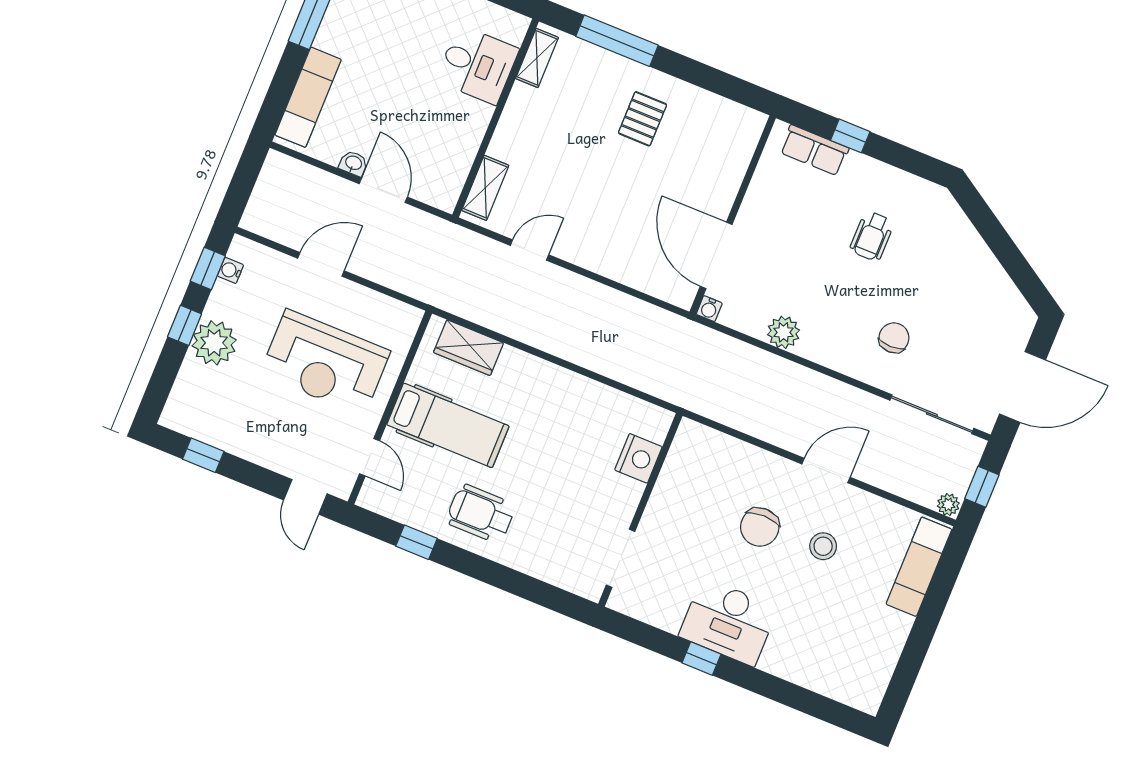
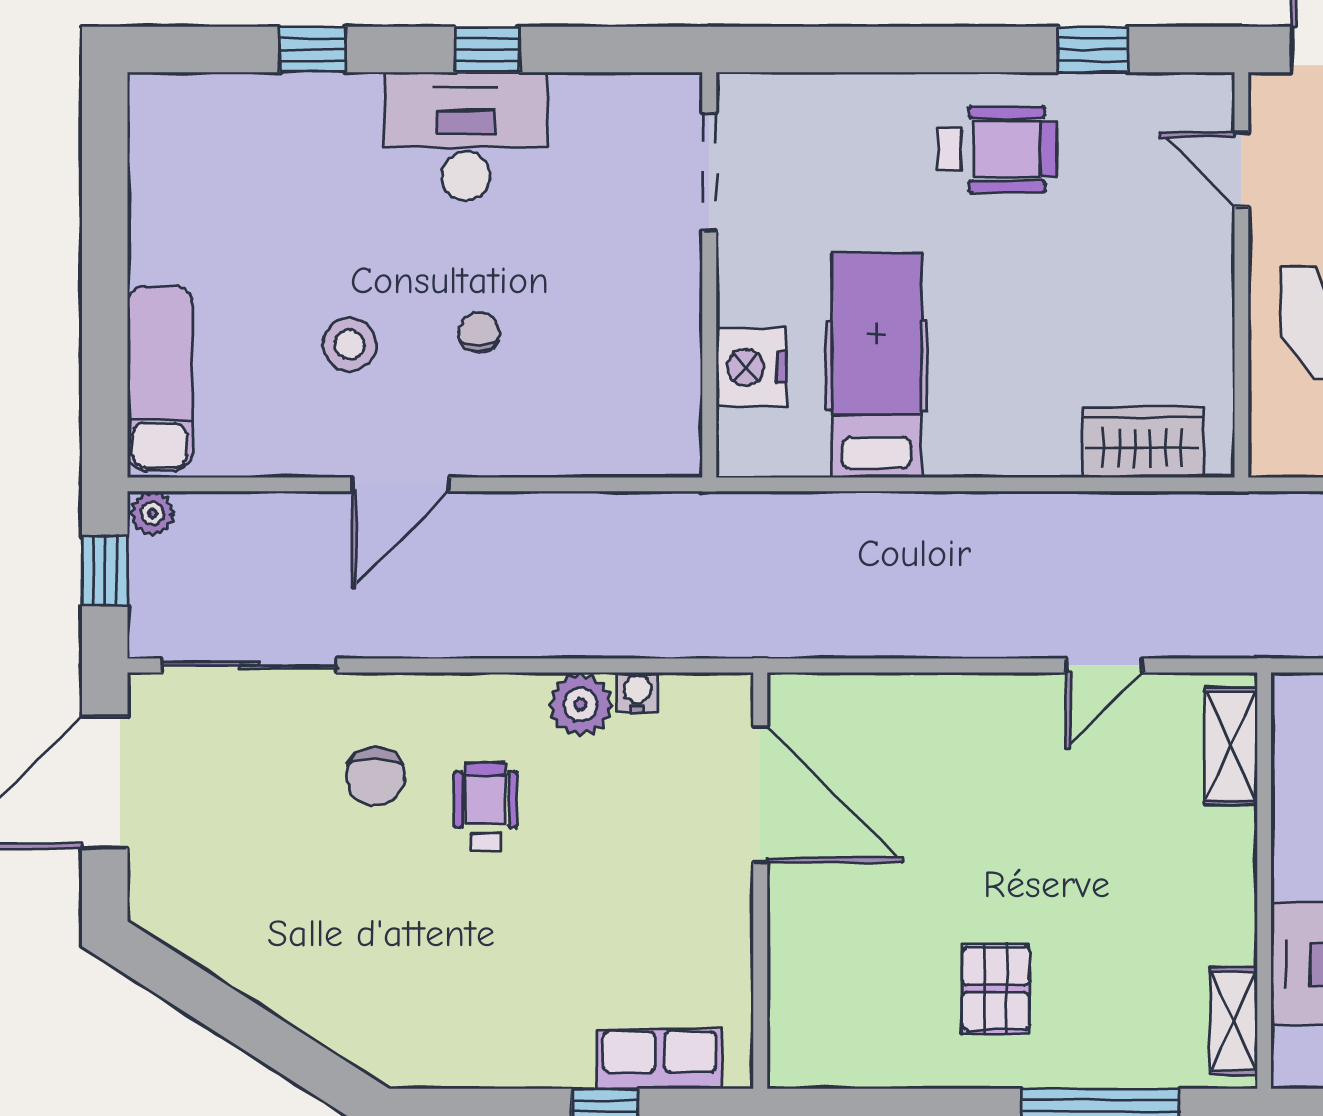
wheelchair: (872, 236) -> (486, 807), moved
water cooler: (709, 309) -> (637, 692), moved
hospital bed: (448, 425) -> (877, 365), moved, turned 90
chair: (760, 527) -> (479, 332), width x0.54, depth x0.54
window: (784, 692) -> (312, 50), added

